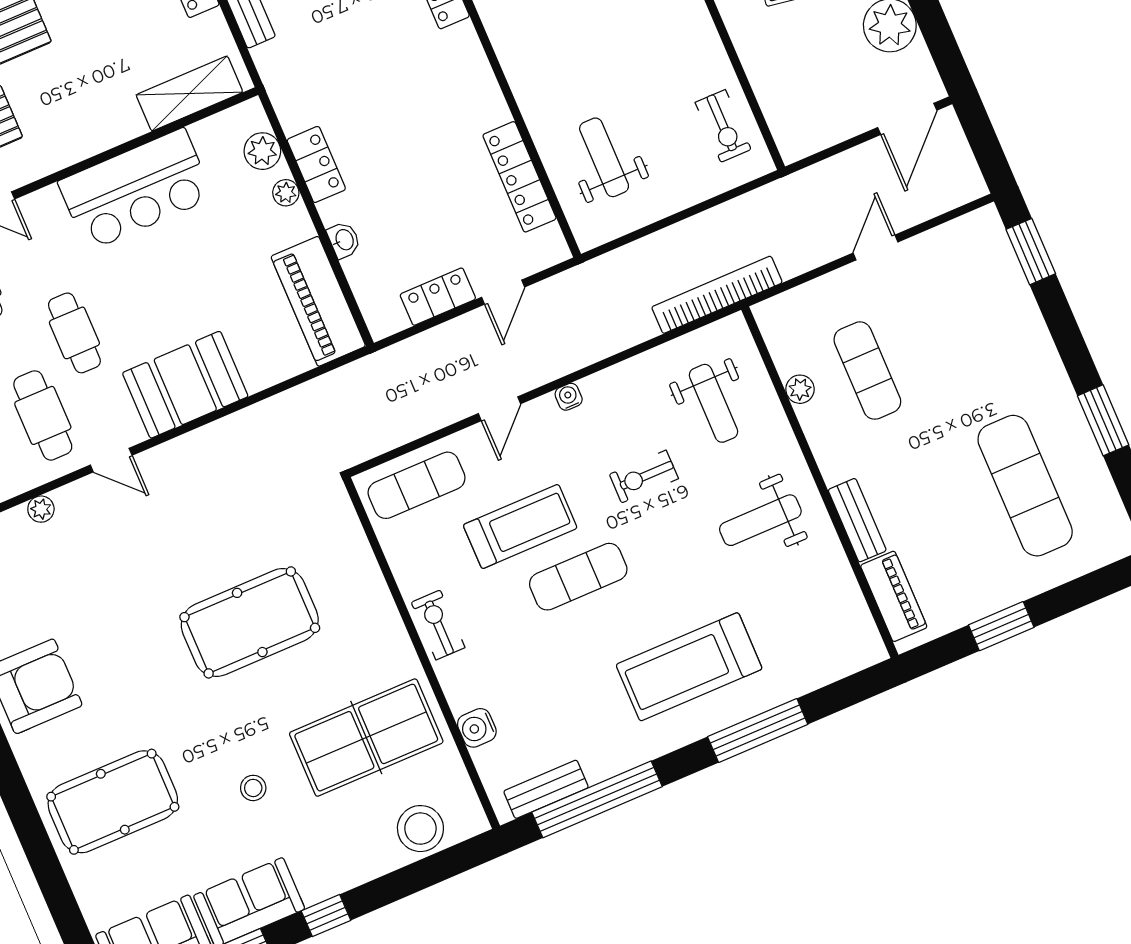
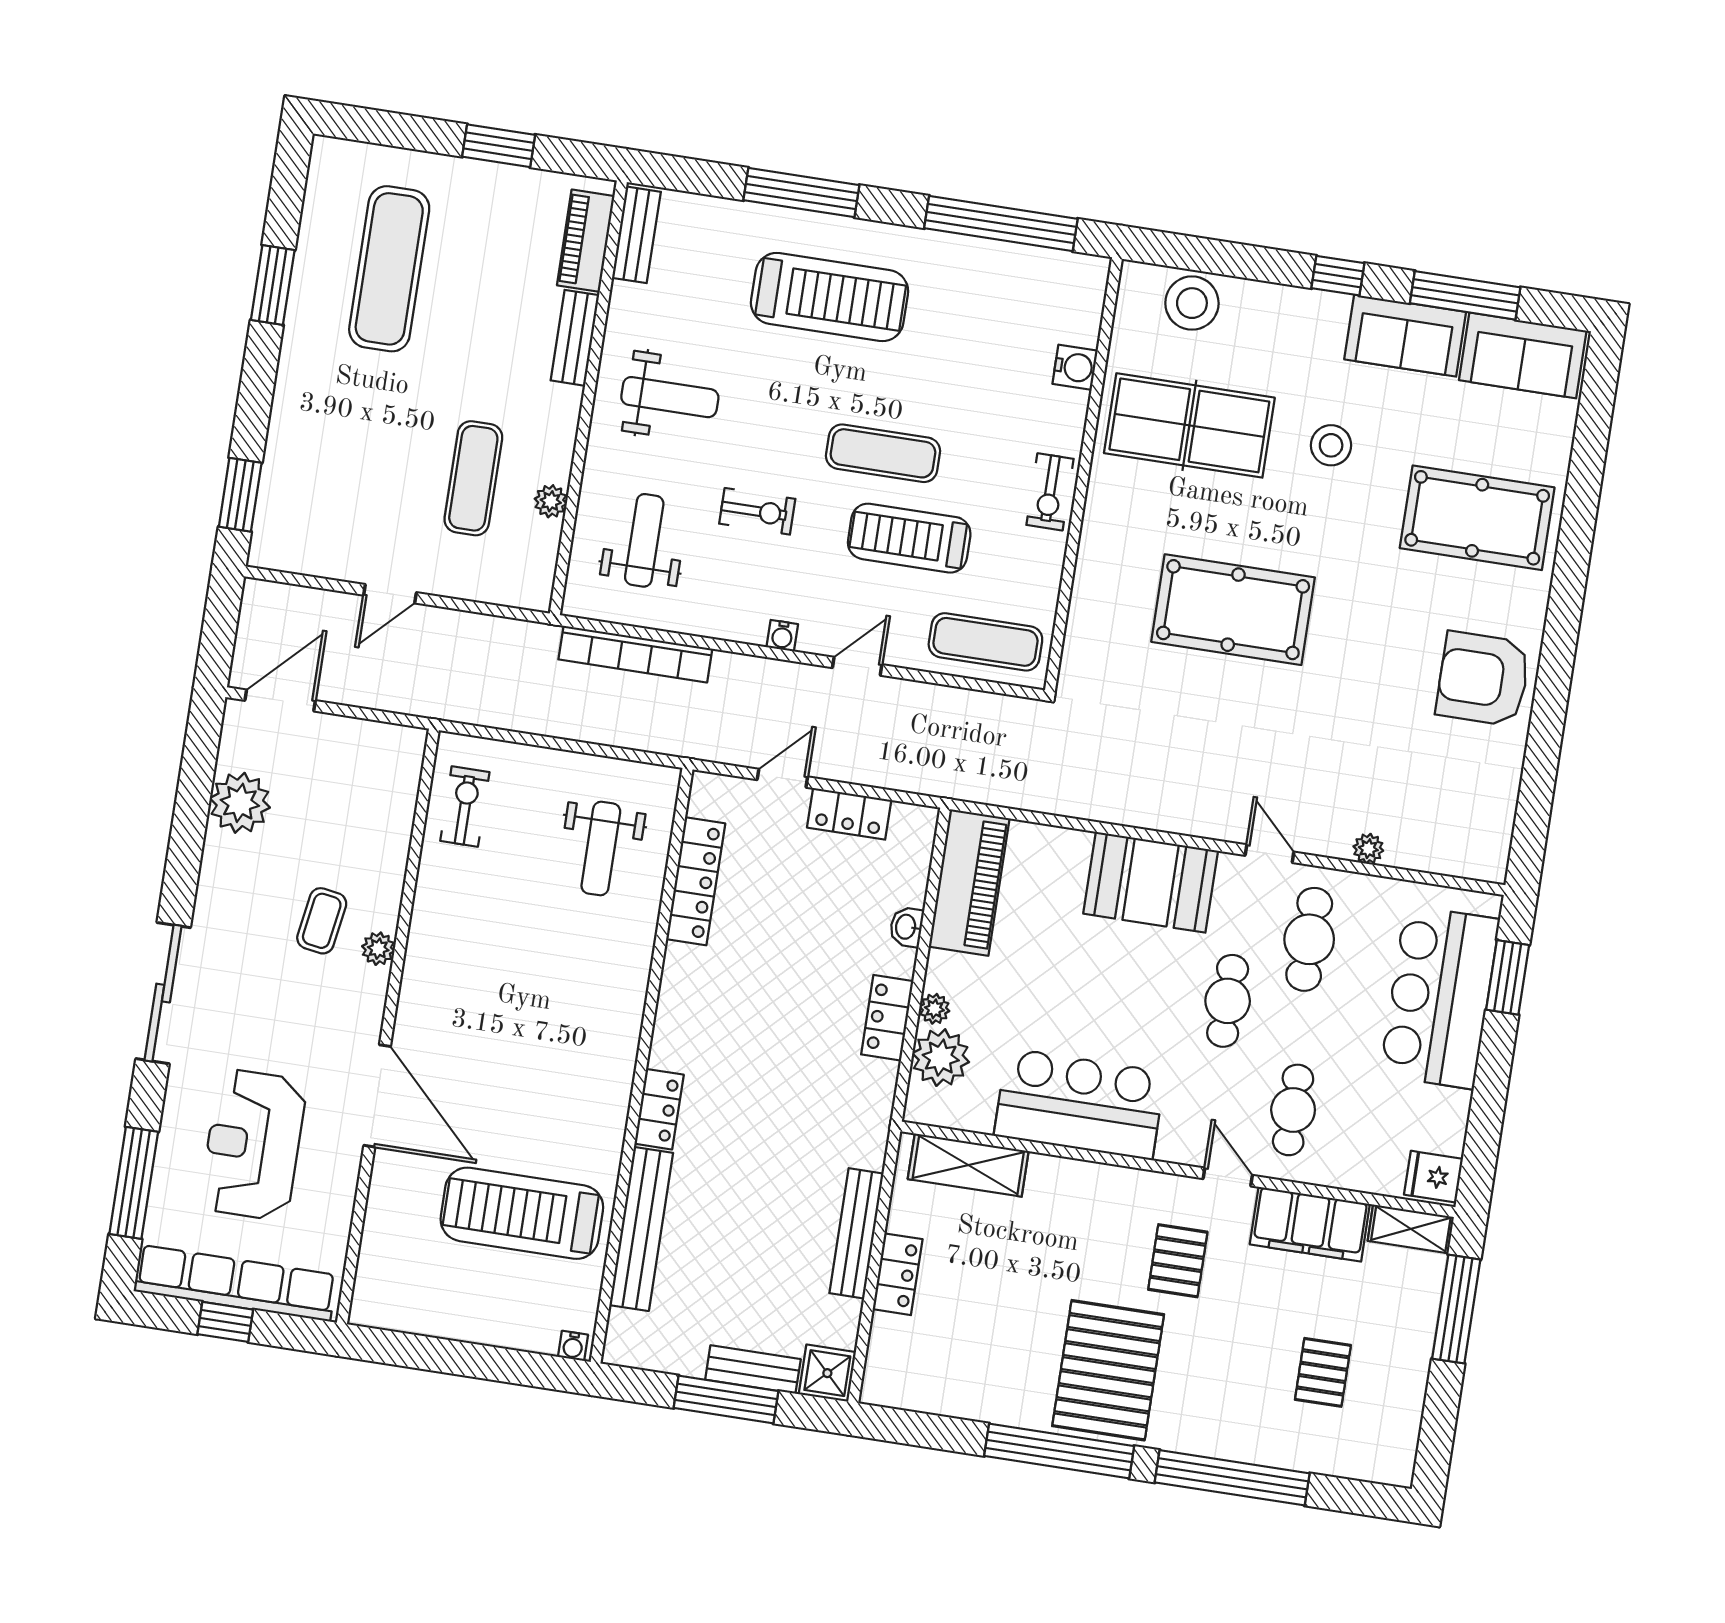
plant: (262, 151) -> (941, 1058), width x1.36, depth x1.36
bookcase: (717, 295) -> (635, 654), moved
stool: (253, 788) -> (1331, 445), width x1.37, depth x1.37
bench: (546, 789) -> (636, 235), moved, turned 90

